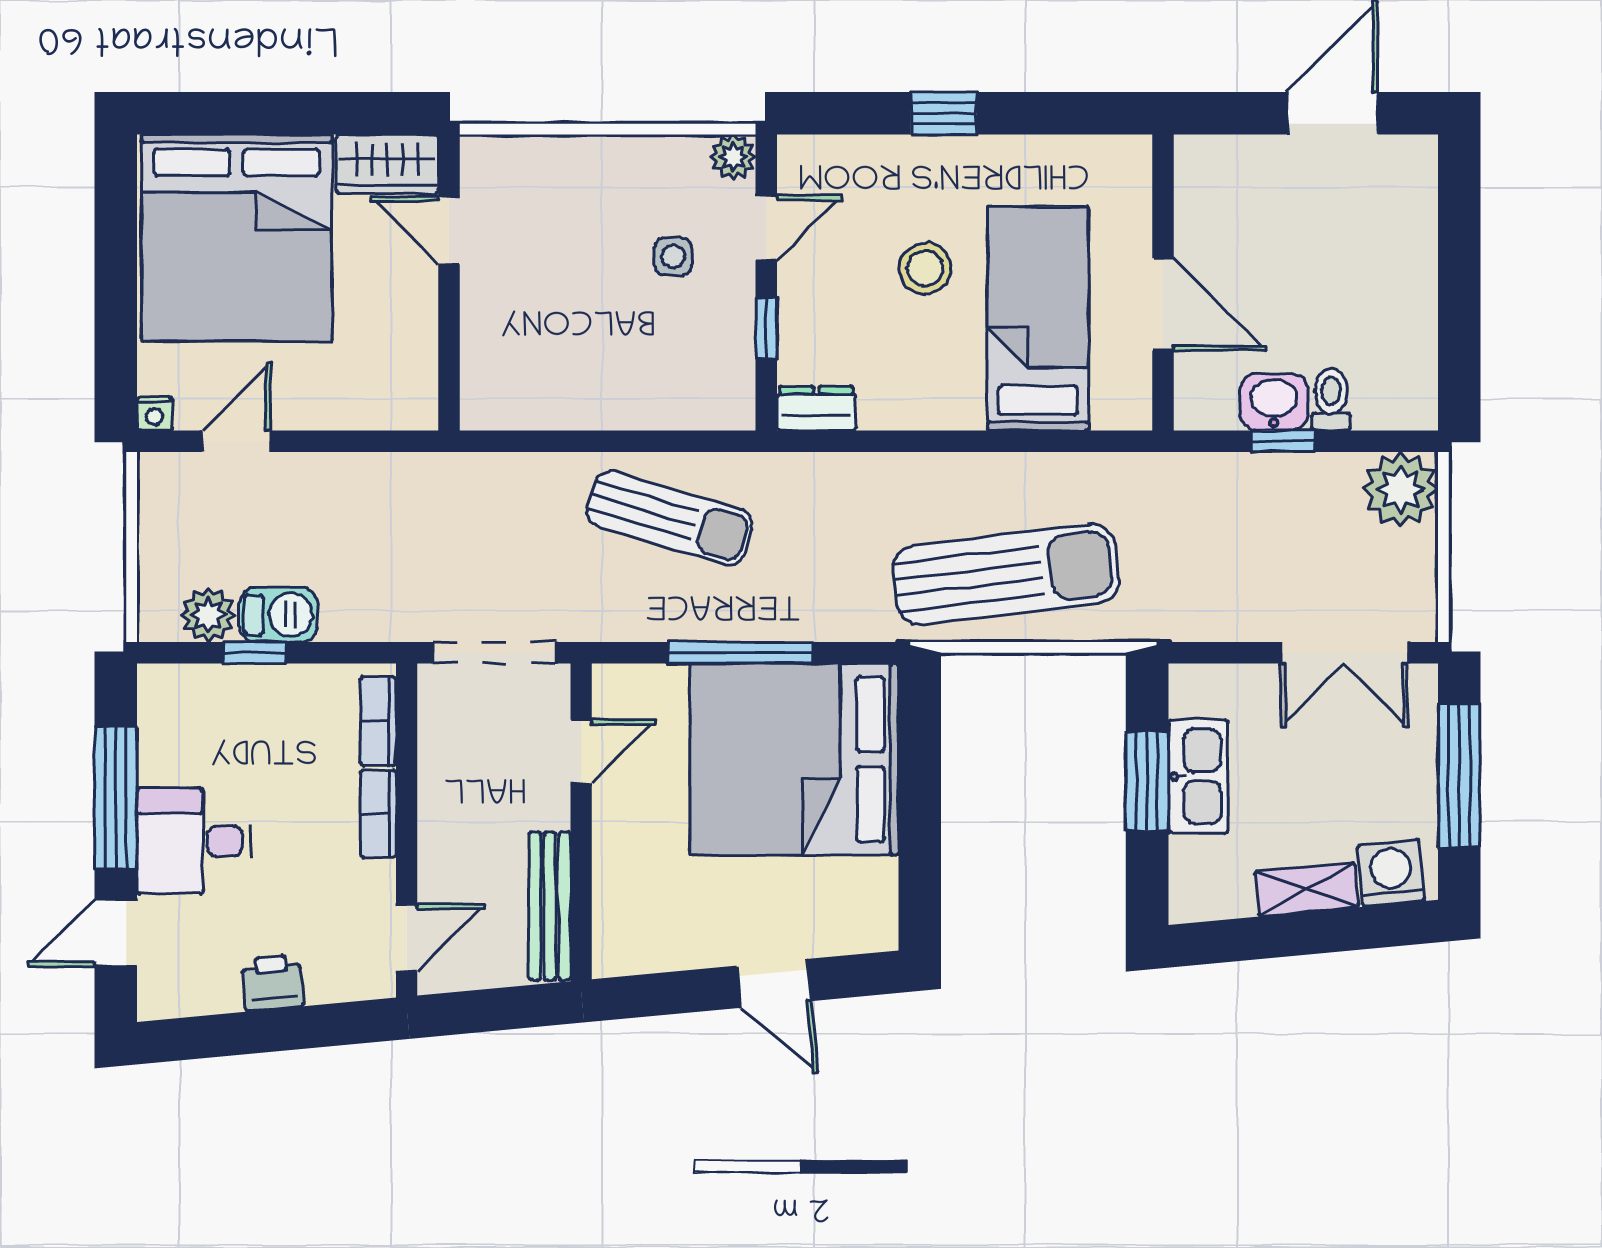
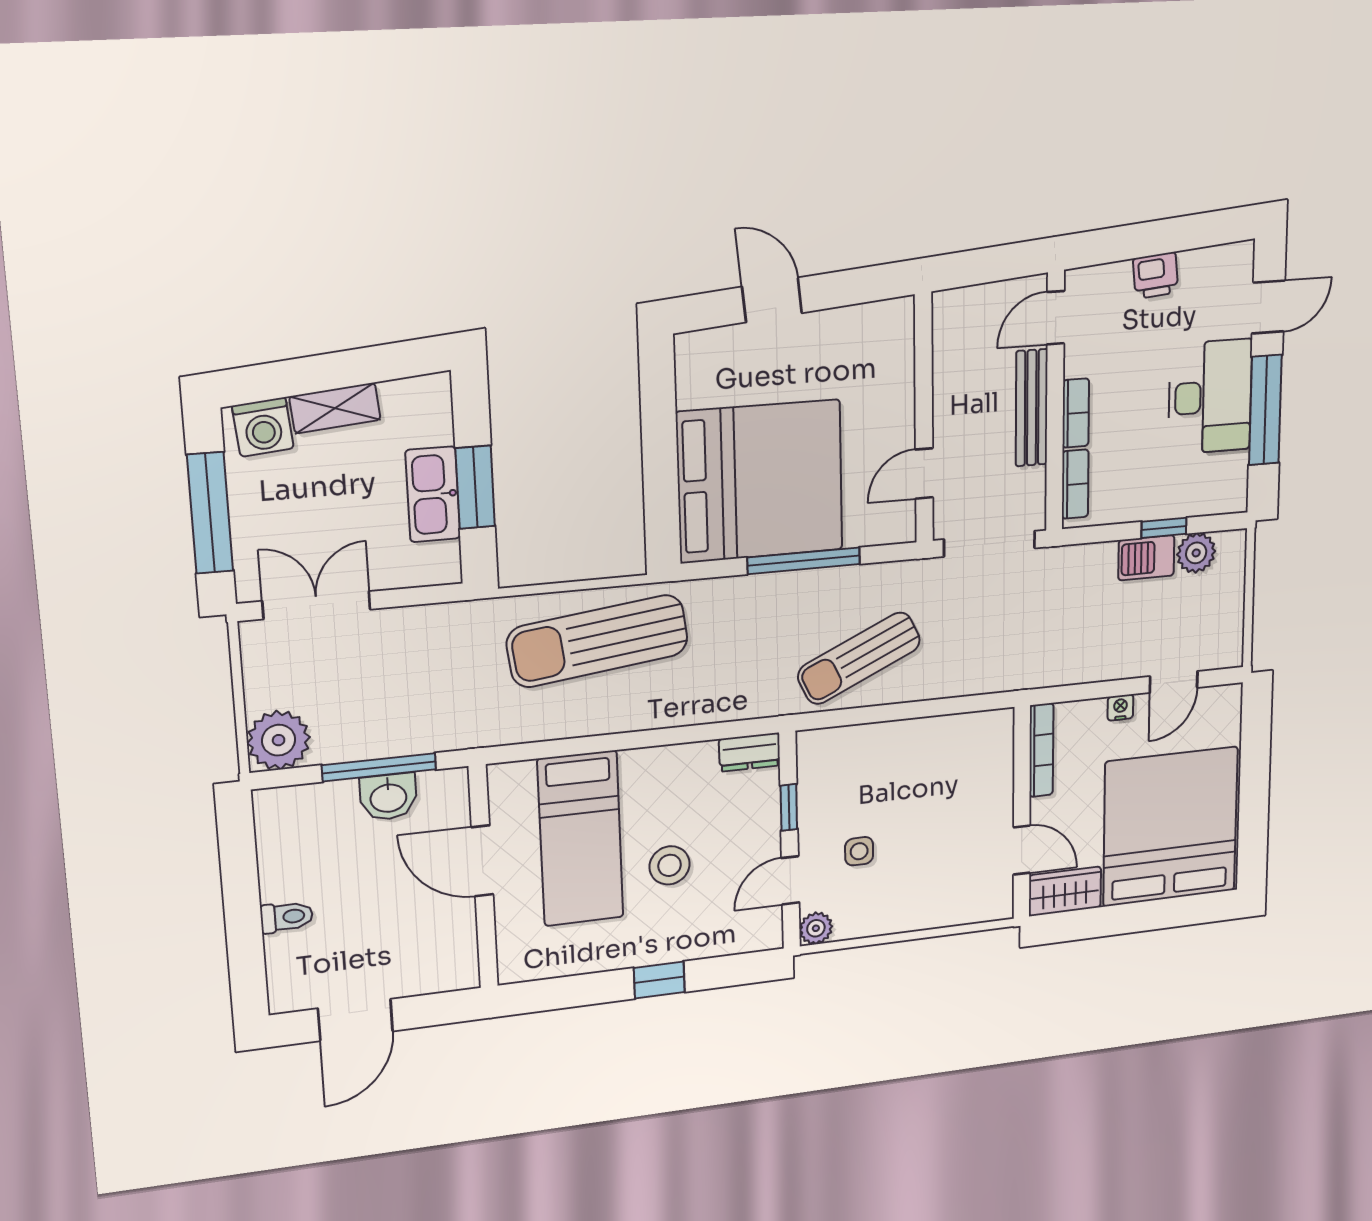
bookcase: (422, 367) -> (1041, 750), added
toilet: (1331, 399) -> (287, 917), moved, turned -90
nightstand: (155, 414) -> (1120, 708), moved
window: (1283, 441) -> (379, 767), width x2.17
sun lounger: (670, 518) -> (859, 658), turned -42
desk: (194, 841) -> (1210, 397), width x1.37
bench: (550, 906) -> (1032, 408), moved

